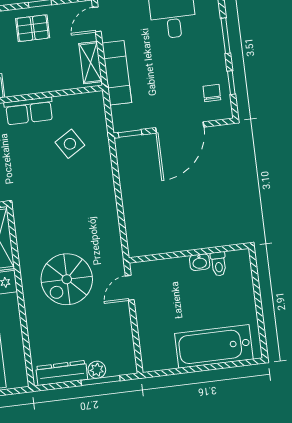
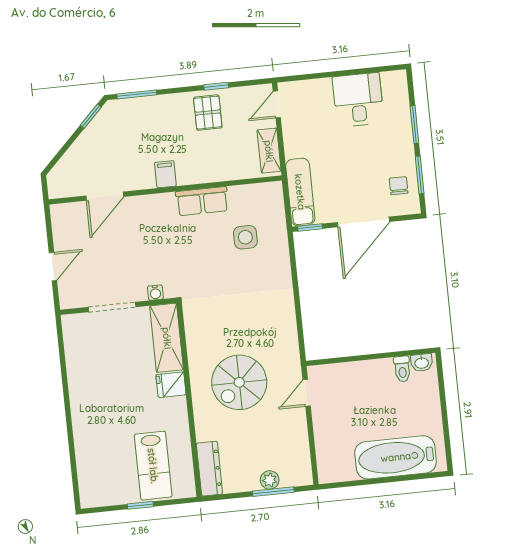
pallet: (33, 28) -> (208, 113), turned 90
exam couch: (117, 73) -> (300, 192), moved
window: (231, 83) -> (420, 175), width x1.50
side table: (70, 144) -> (245, 237), turned 32
washbasin: (200, 262) -> (422, 363), moved
dresser: (62, 373) -> (209, 469), moved, turned 90

